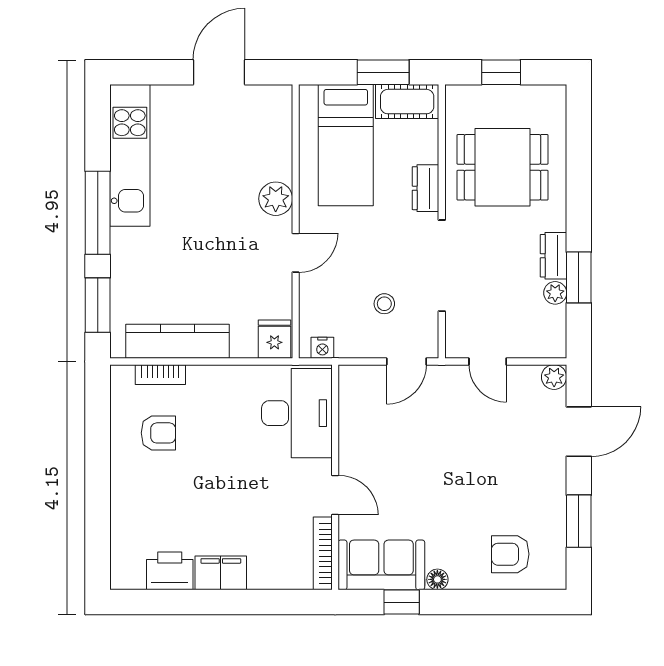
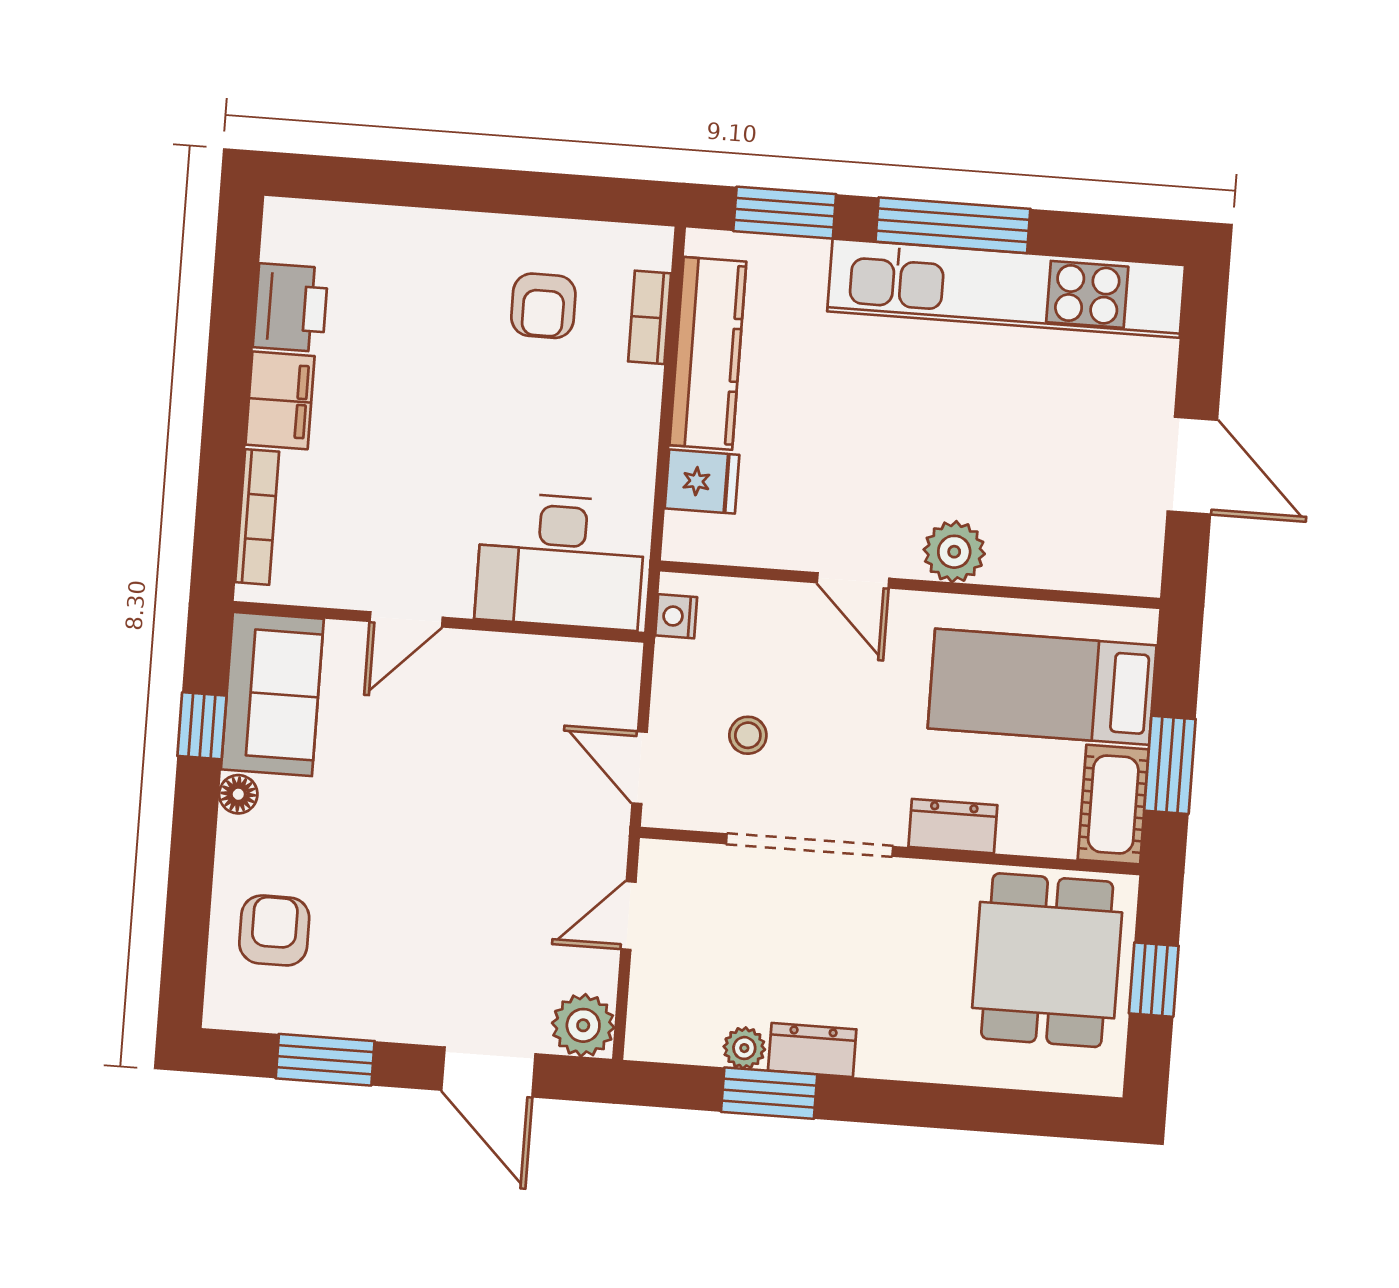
kitchen unit: (130, 155) -> (1006, 288), width x1.36
dining table: (503, 167) -> (1047, 960), moved
fridge: (274, 339) -> (702, 482), moved
plant: (554, 377) -> (583, 1025), width x1.38, depth x1.38
bookcase: (323, 553) -> (257, 517), moved, turned 90

